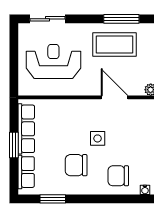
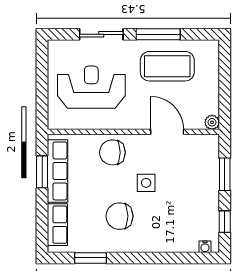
sliding door: (48, 19) -> (101, 34), moved
window: (121, 19) -> (158, 34), moved
window: (14, 145) -> (42, 172), moved
chair: (118, 176) -> (112, 152), moved

